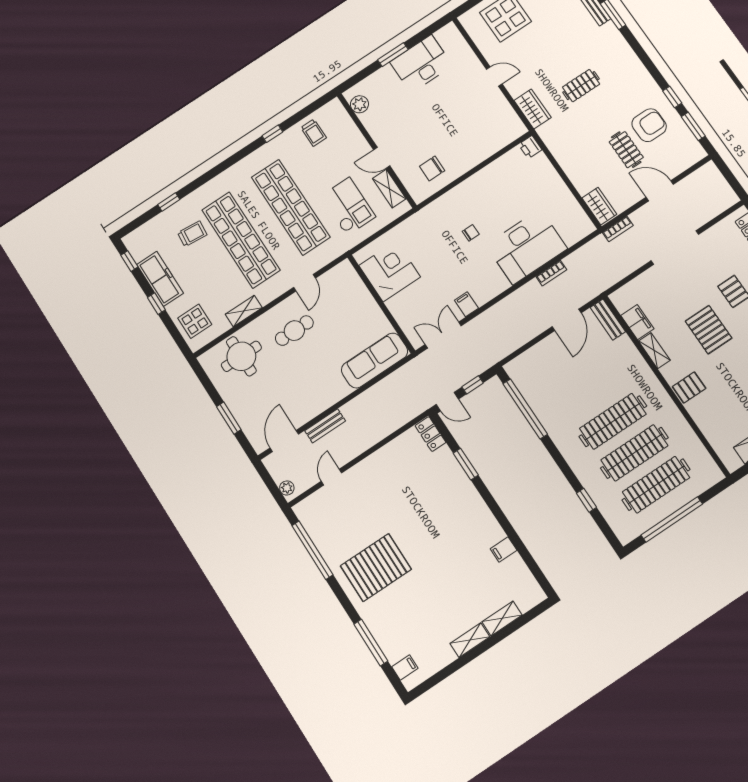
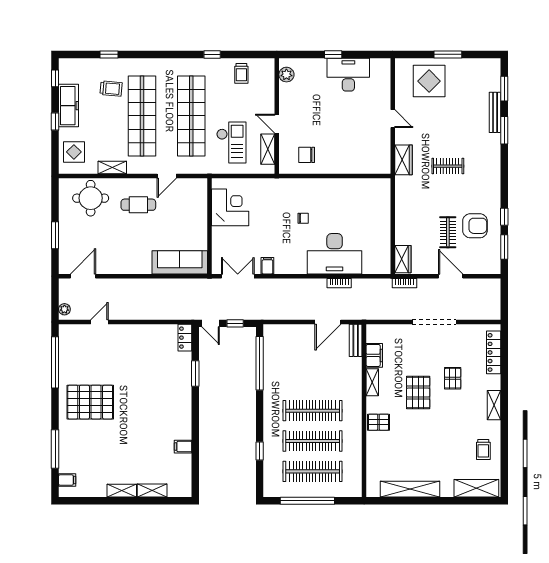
window: (393, 55) -> (333, 54), width x0.67
printer: (530, 147) -> (384, 186), removed
bench: (325, 426) -> (117, 284), removed

